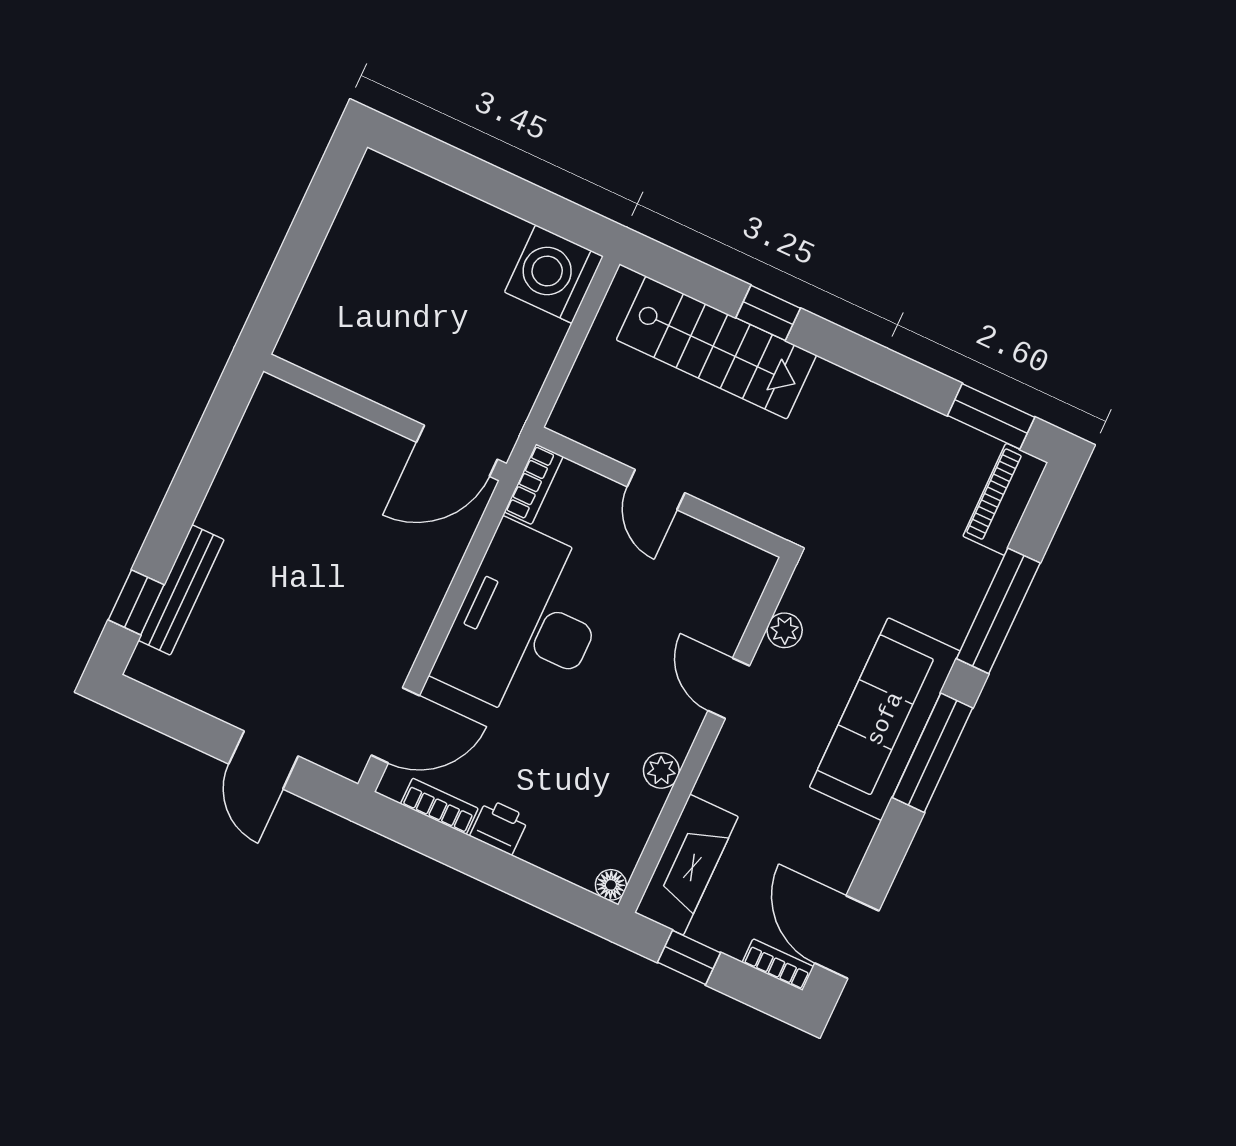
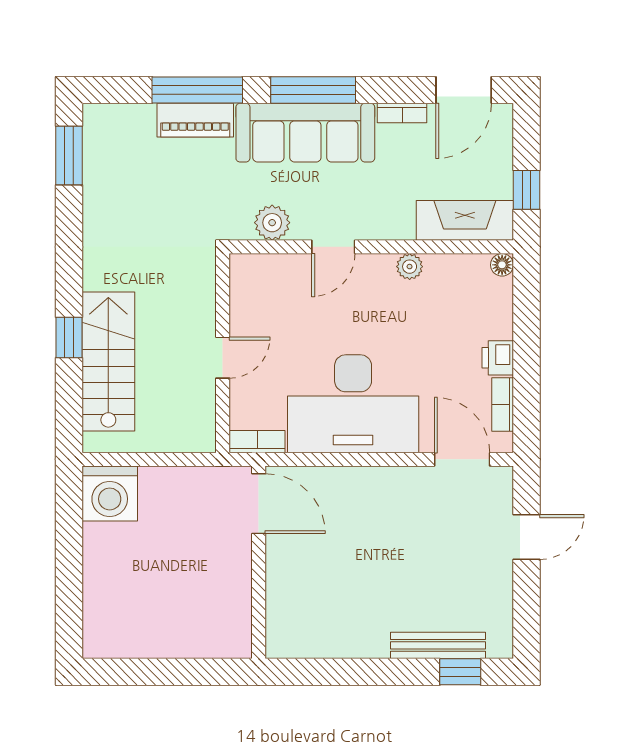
piano: (1005, 499) -> (195, 120), moved
plant: (785, 630) -> (272, 223), width x1.38, depth x1.38
bookcase: (778, 965) -> (402, 113), moved, turned -90

